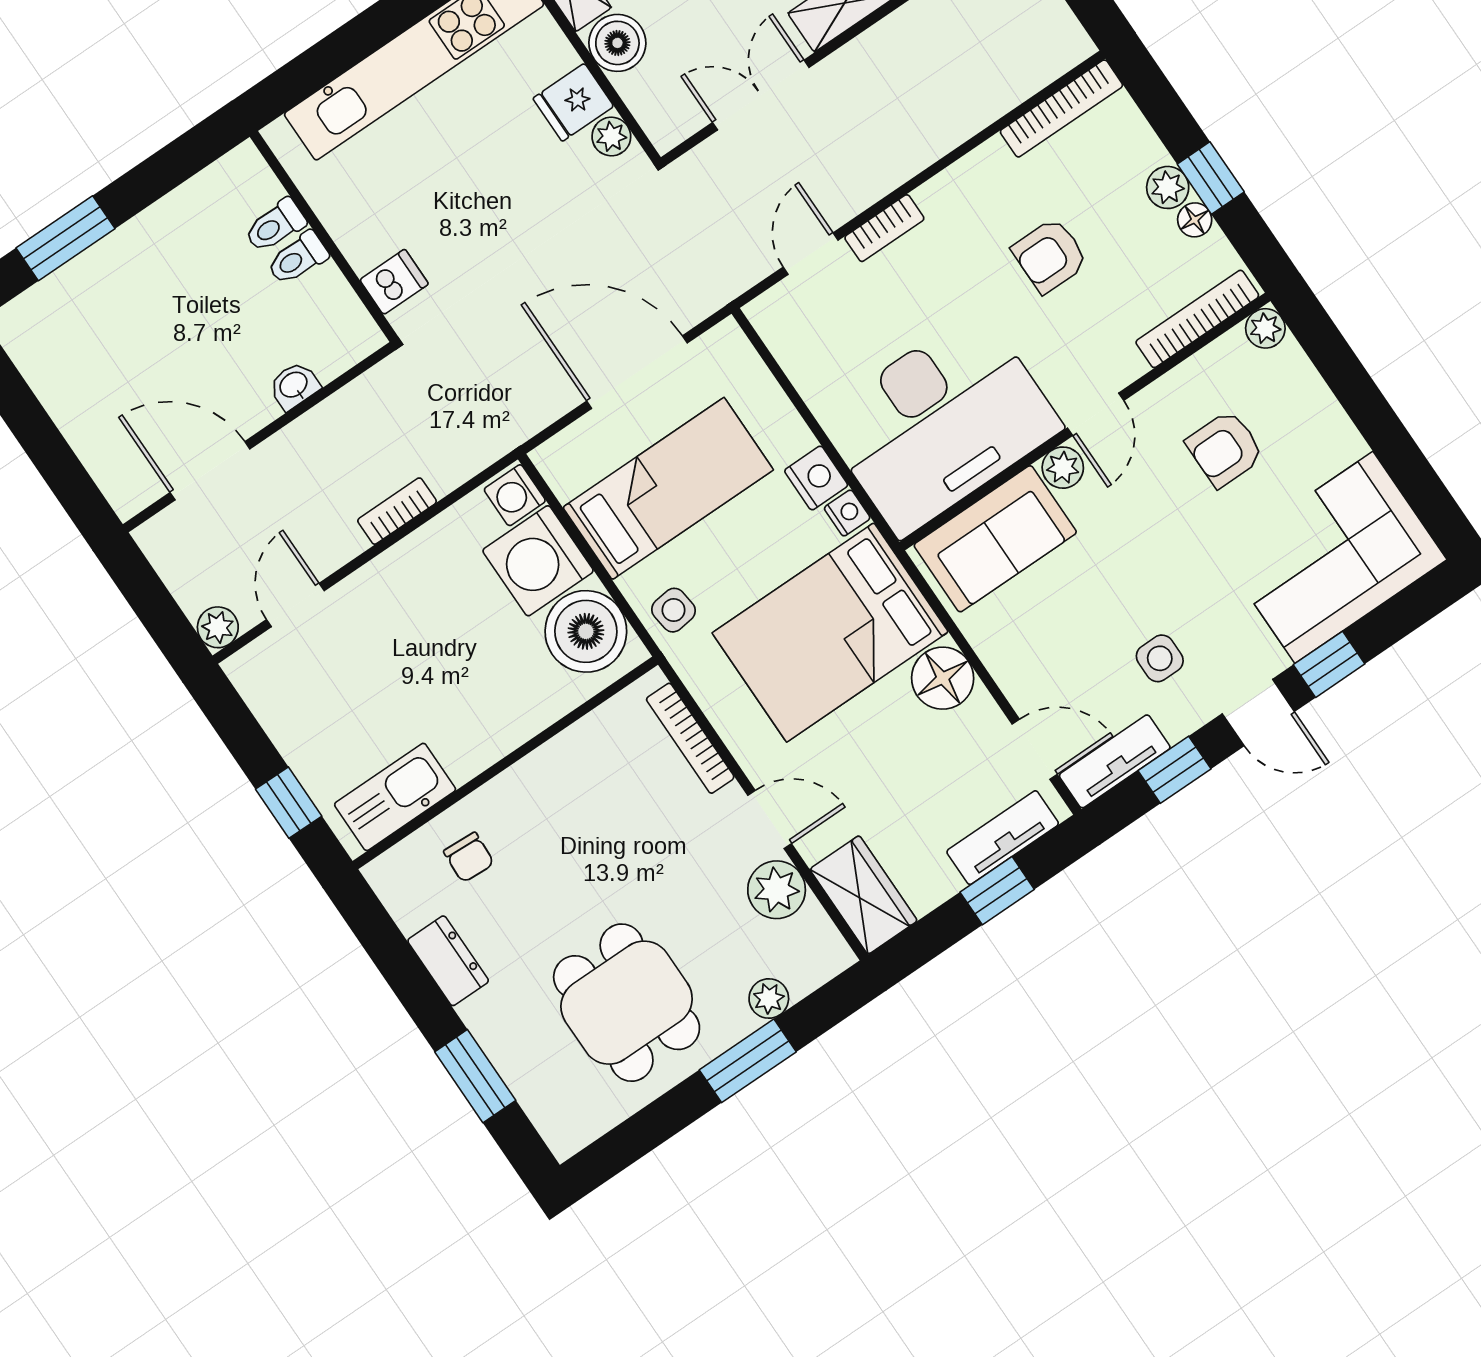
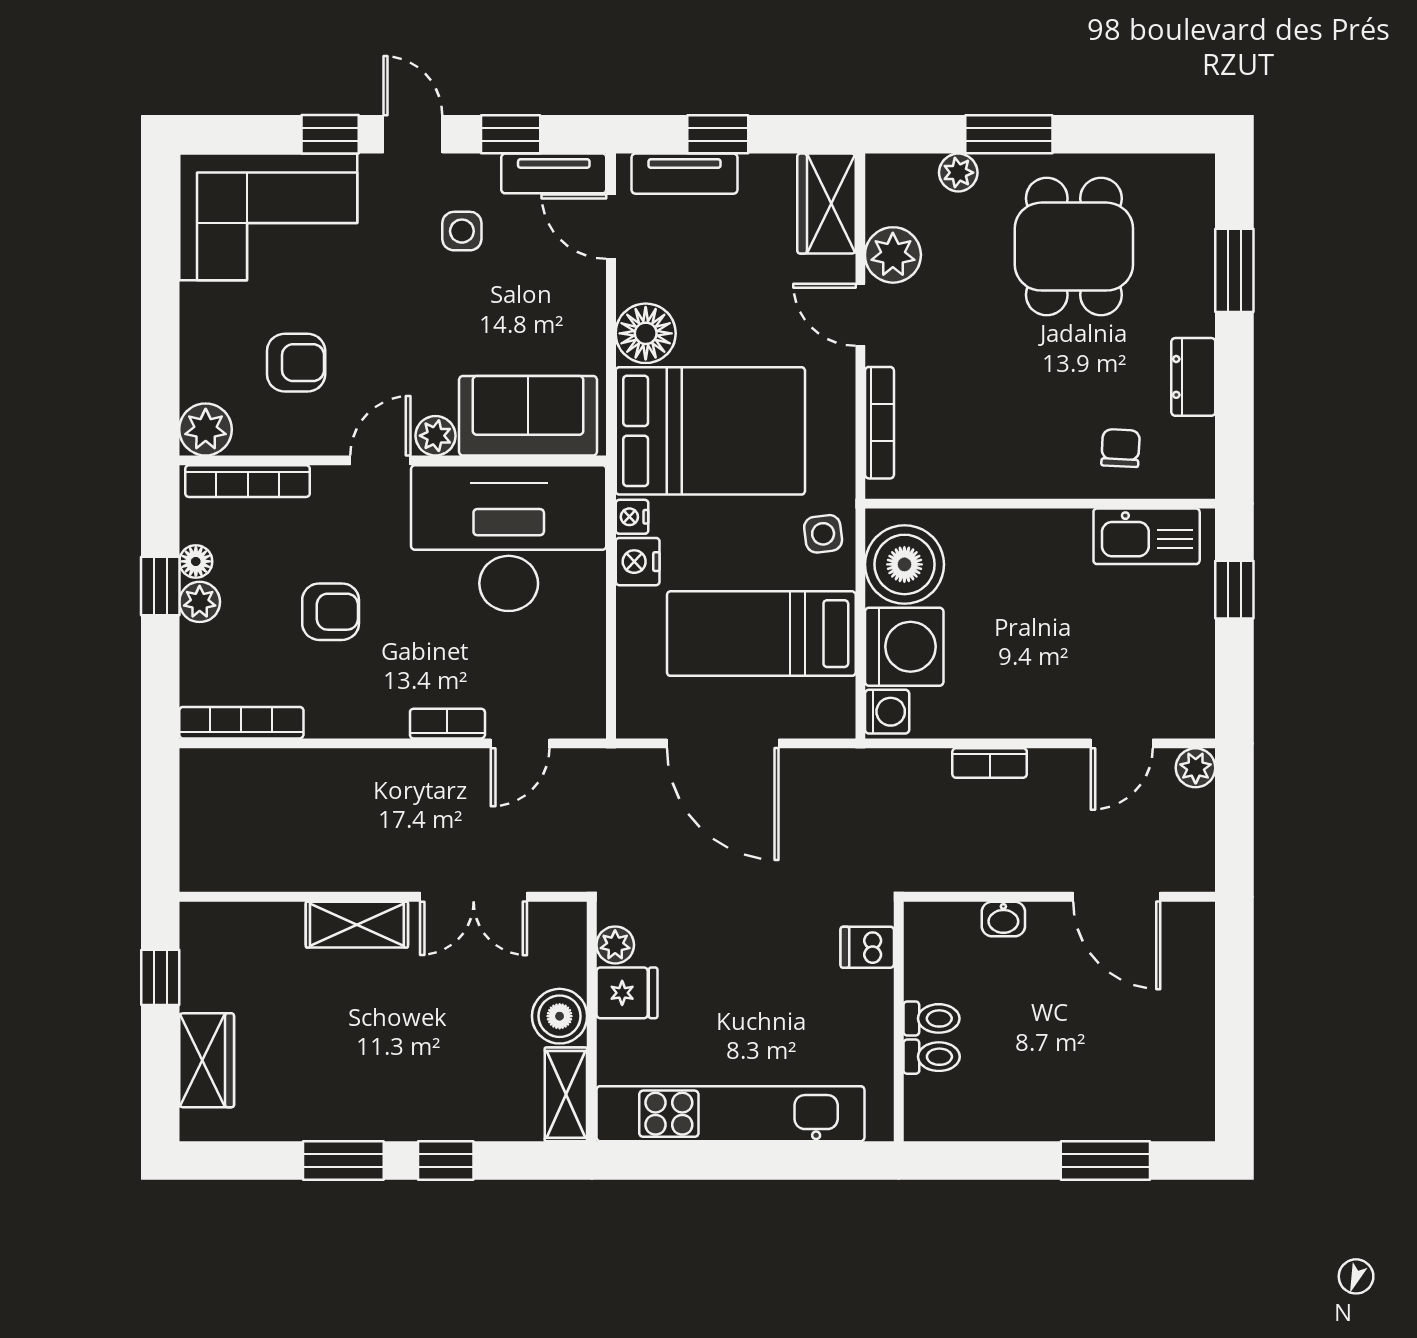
plant: (1265, 328) -> (206, 429), width x1.38, depth x1.38

